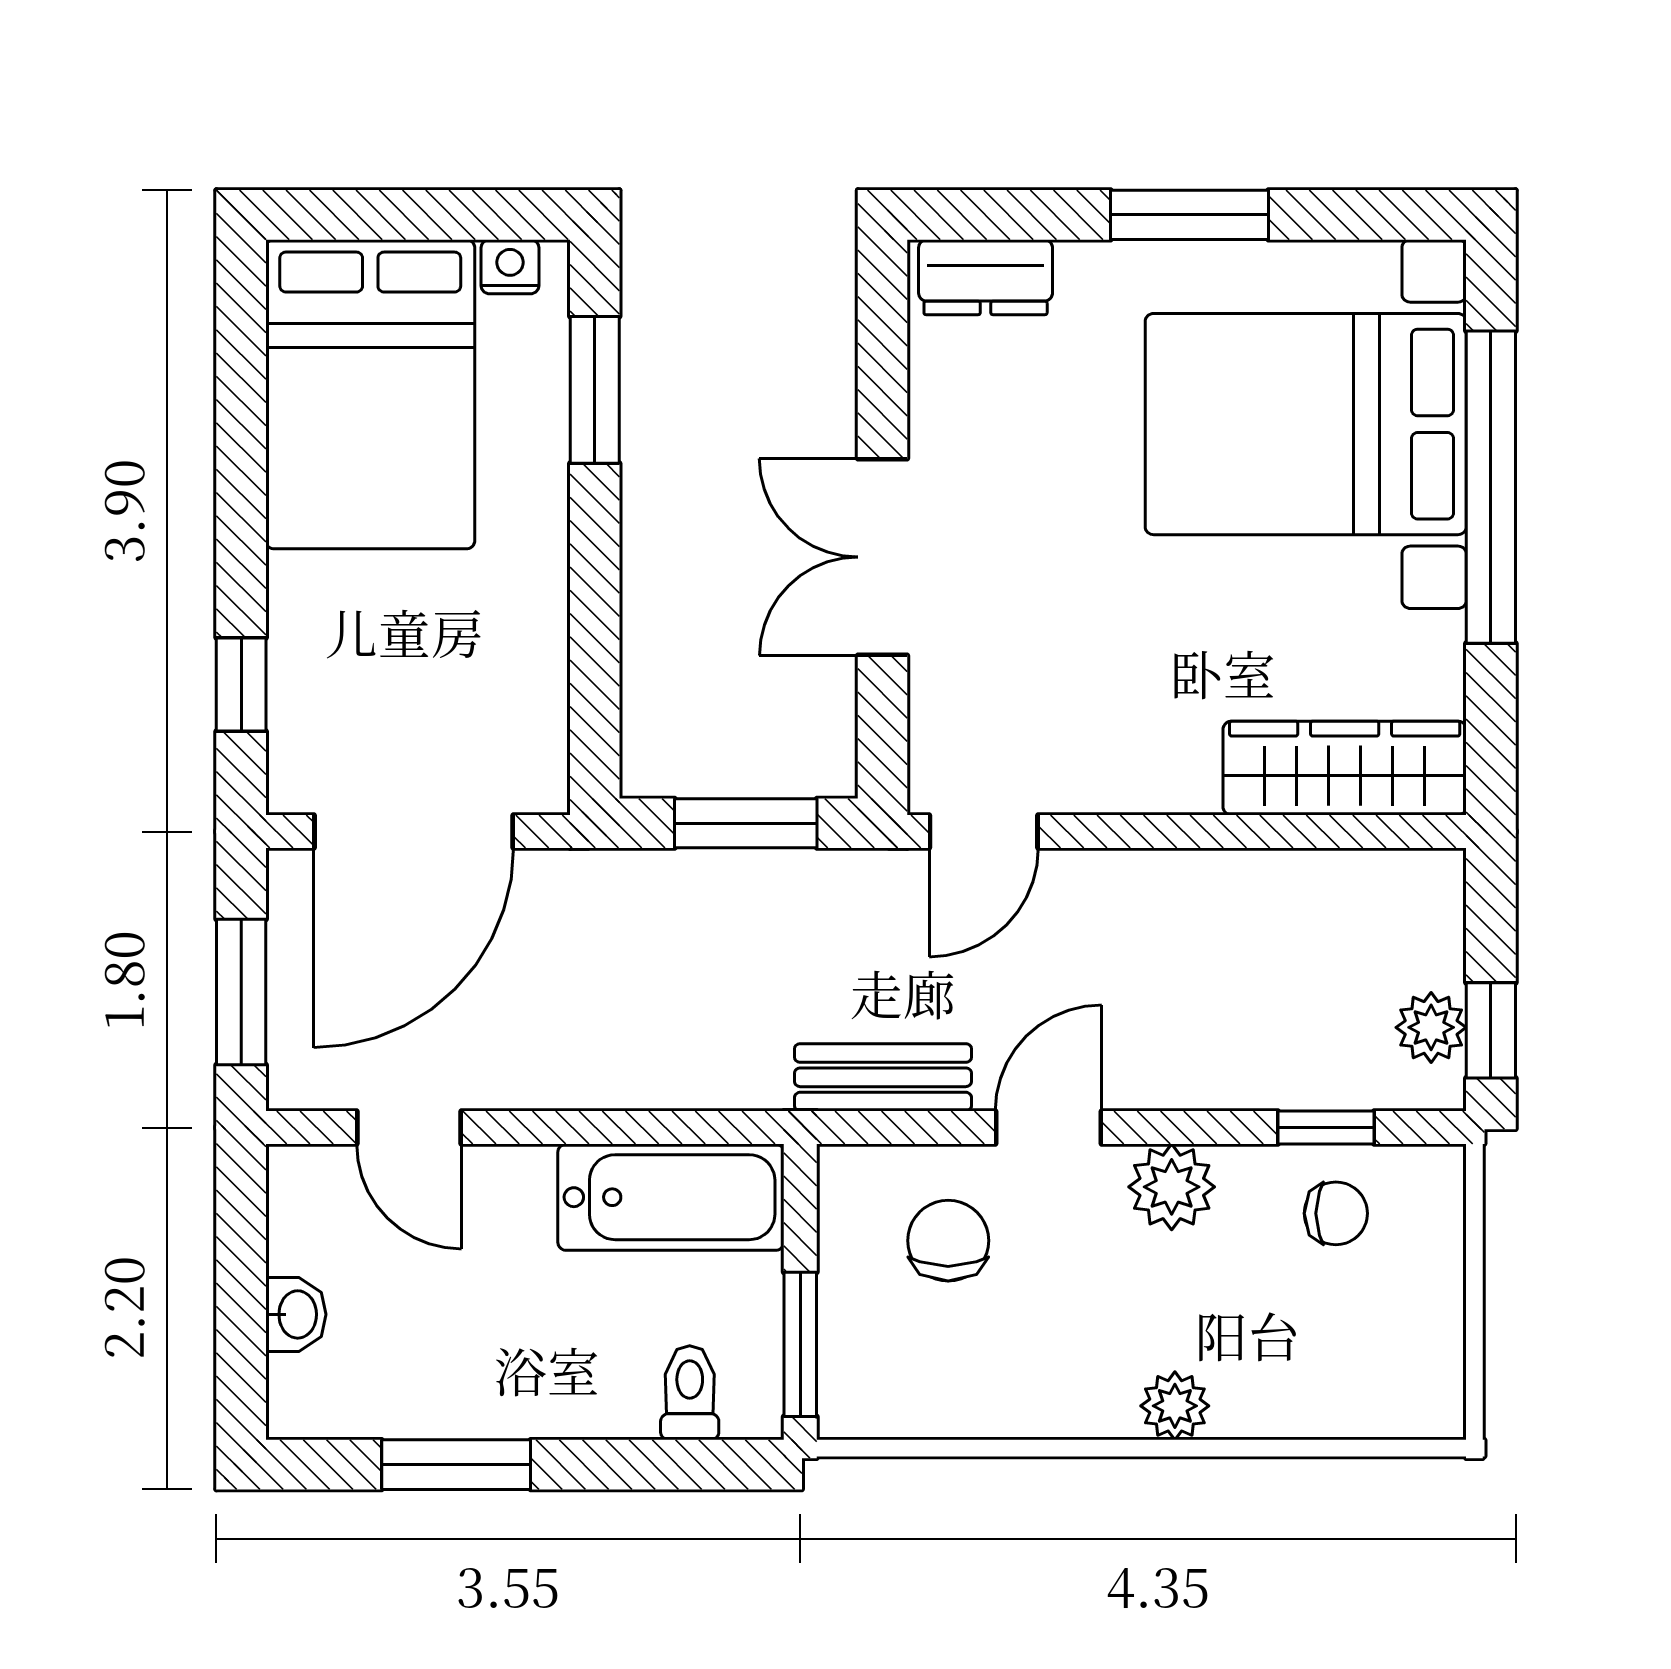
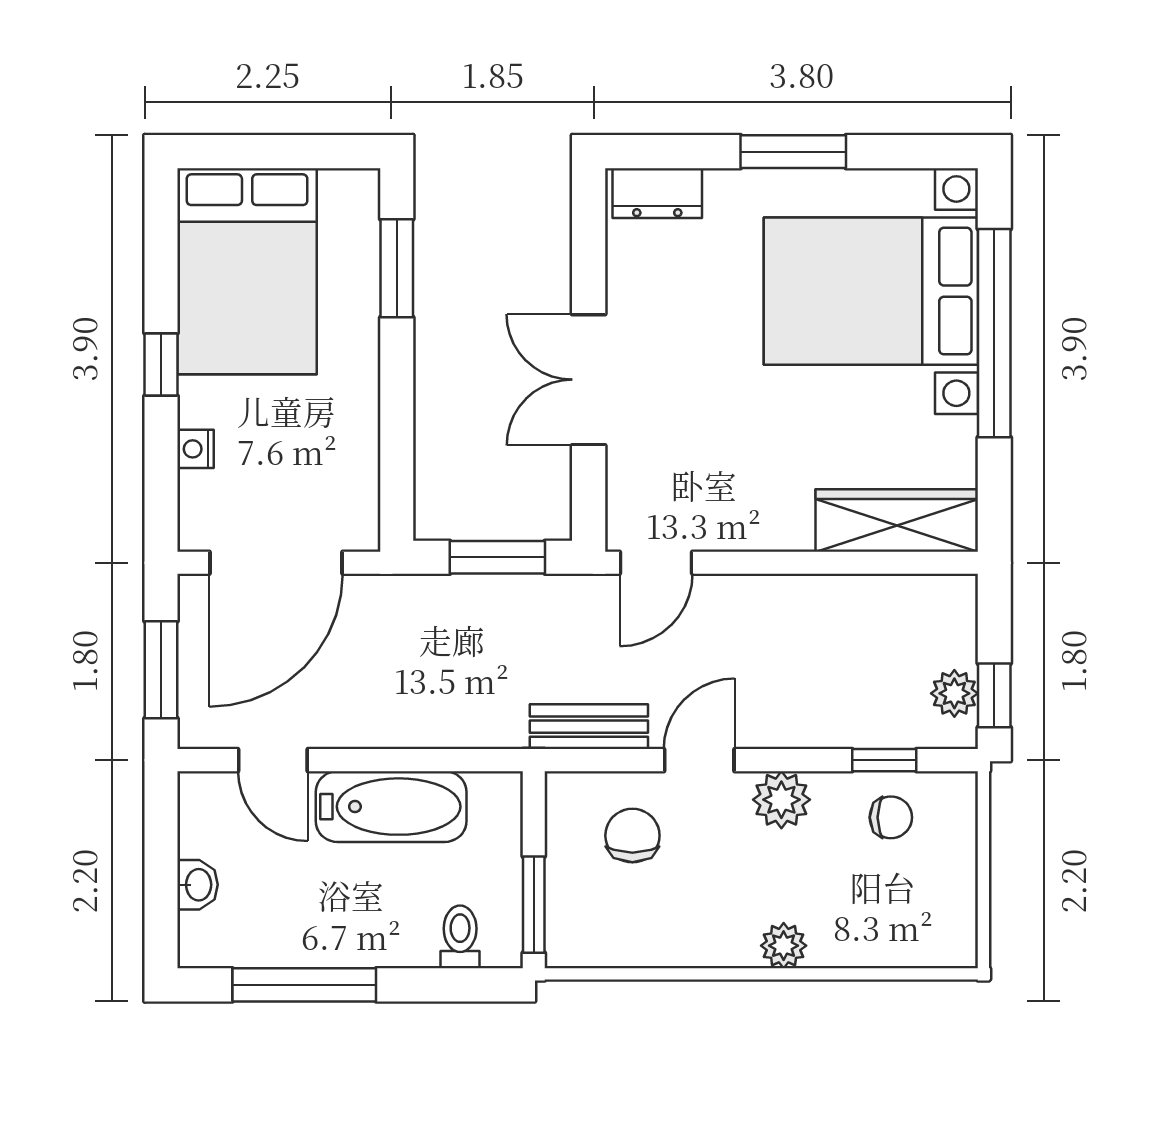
nightstand: (510, 267) -> (196, 449), moved, turned -90
window: (241, 685) -> (161, 365), moved
bathtub: (671, 1197) -> (391, 807), moved
window: (456, 1465) -> (304, 985), width x1.44

